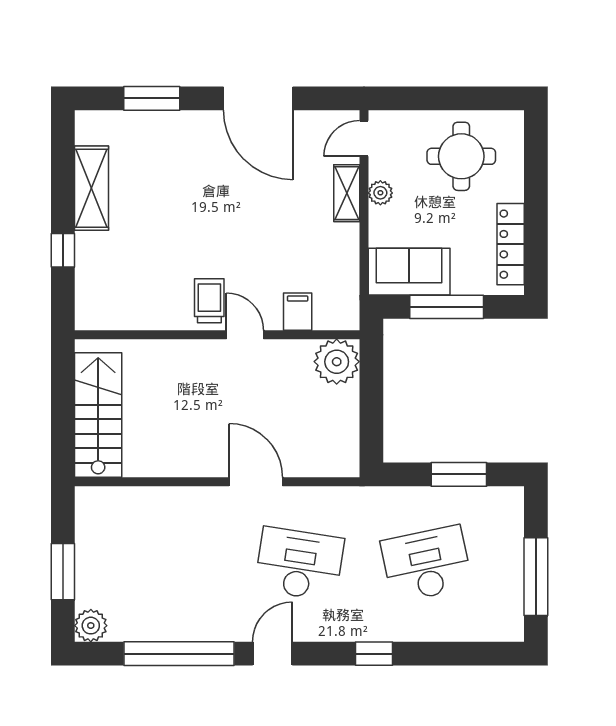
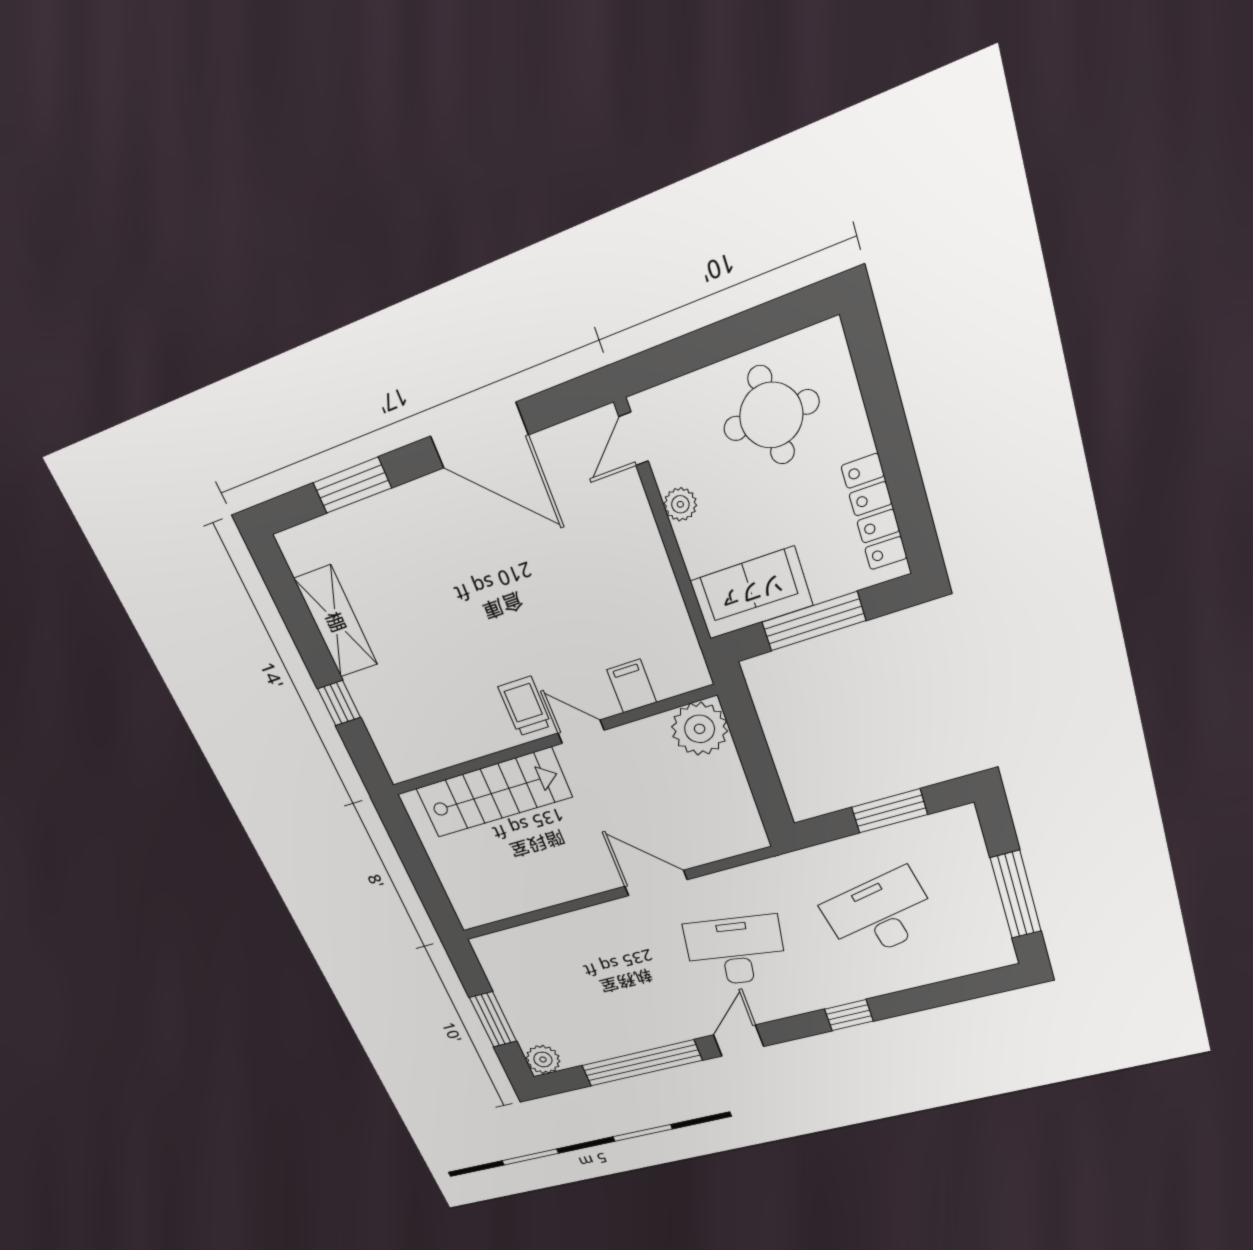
shelving: (347, 193) -> (638, 520), removed
stairs: (98, 415) -> (494, 793), moved, turned 90

